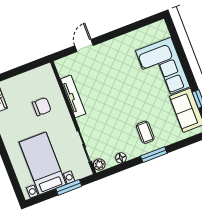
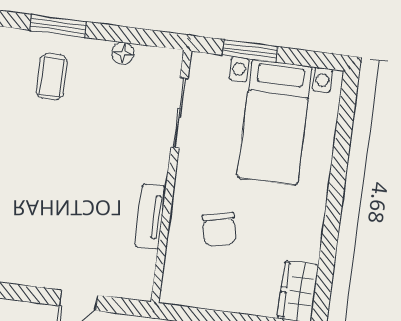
tv unit: (73, 96) -> (150, 216), width x0.71
chair: (42, 107) -> (219, 229), turned -102
plant: (99, 165) -> (170, 63), removed

